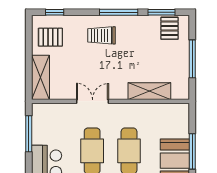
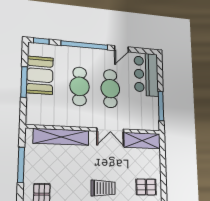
shelving: (41, 77) -> (142, 141), moved, turned 90
shelving: (149, 91) -> (61, 137), width x1.47

